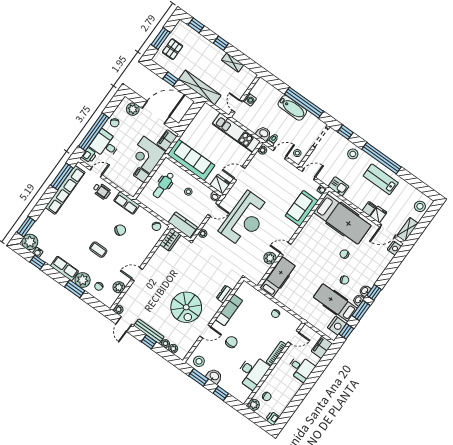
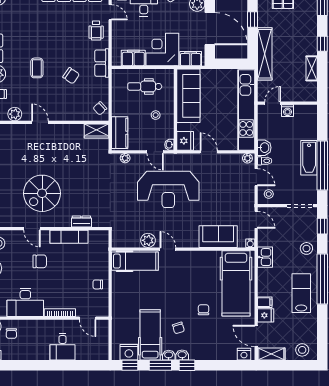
kitchen unit: (236, 133) -> (246, 110), width x1.36
filing cabinet: (141, 175) -> (133, 58), width x2.00
filing cabinet: (322, 347) -> (97, 353), removed

